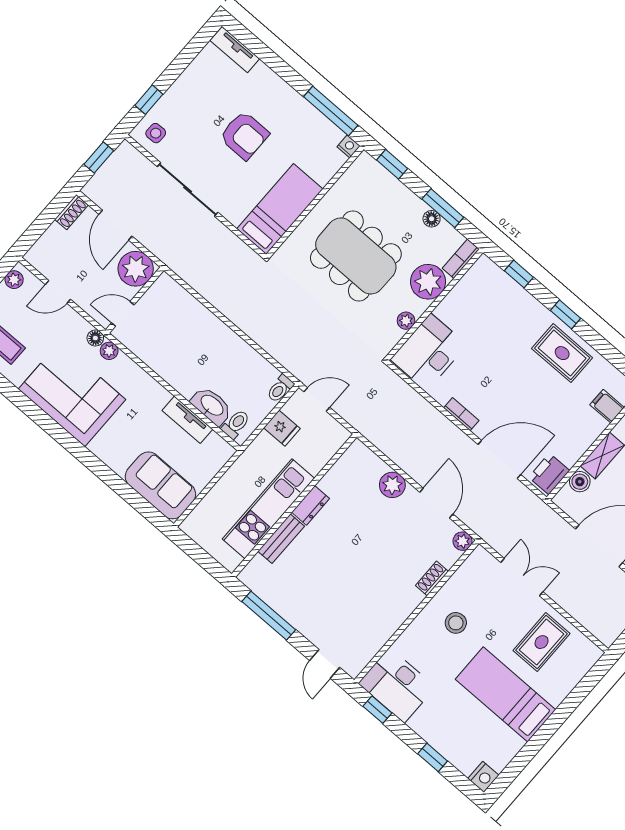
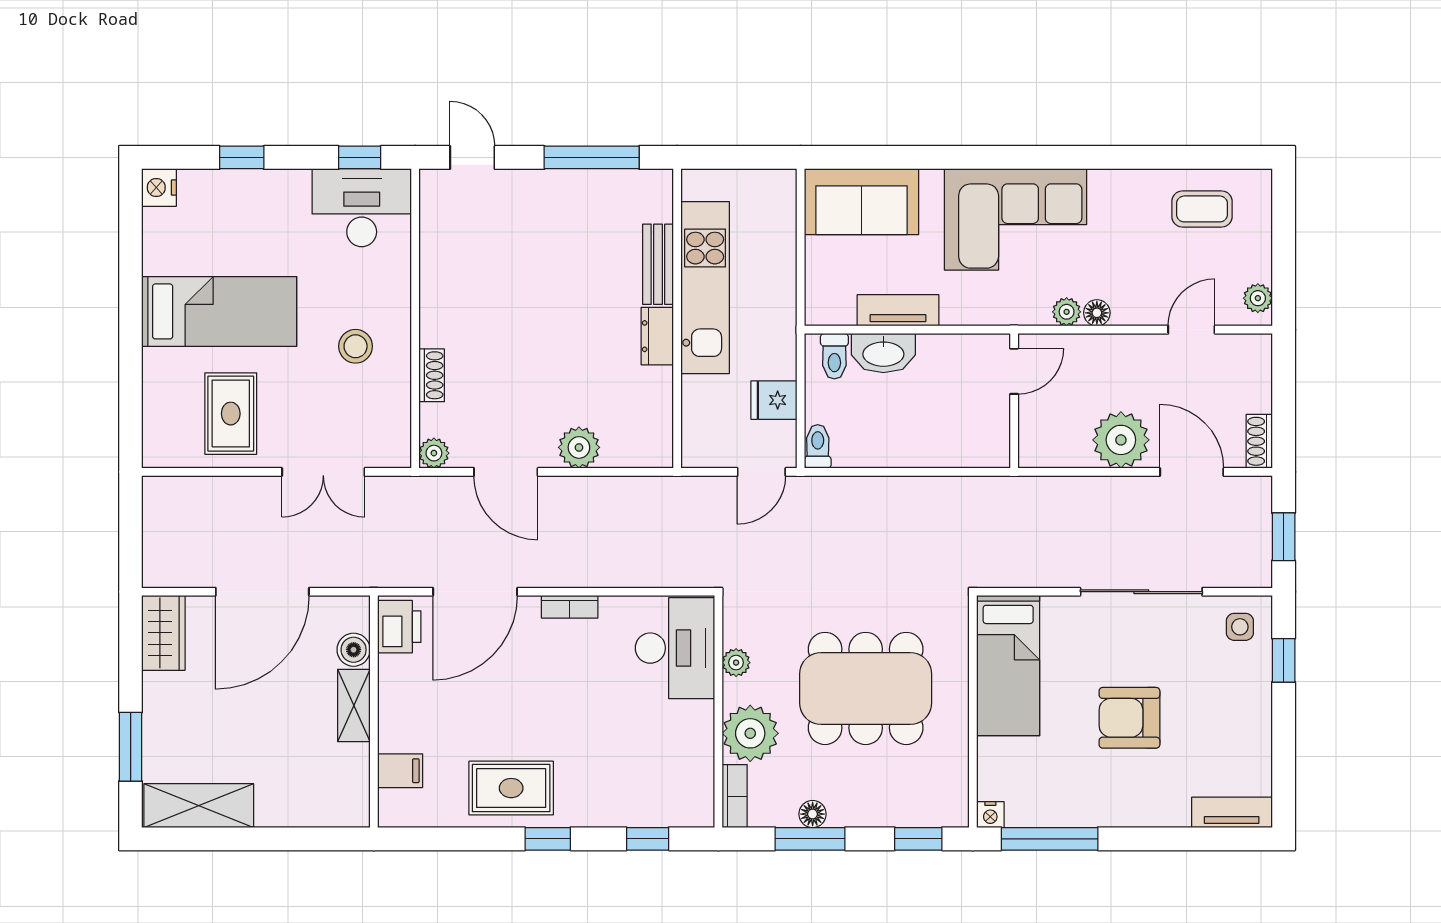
wall: (135, 300) -> (1014, 401), moved
door: (123, 314) -> (1014, 371), moved
corner sofa: (72, 394) -> (1016, 219), moved

